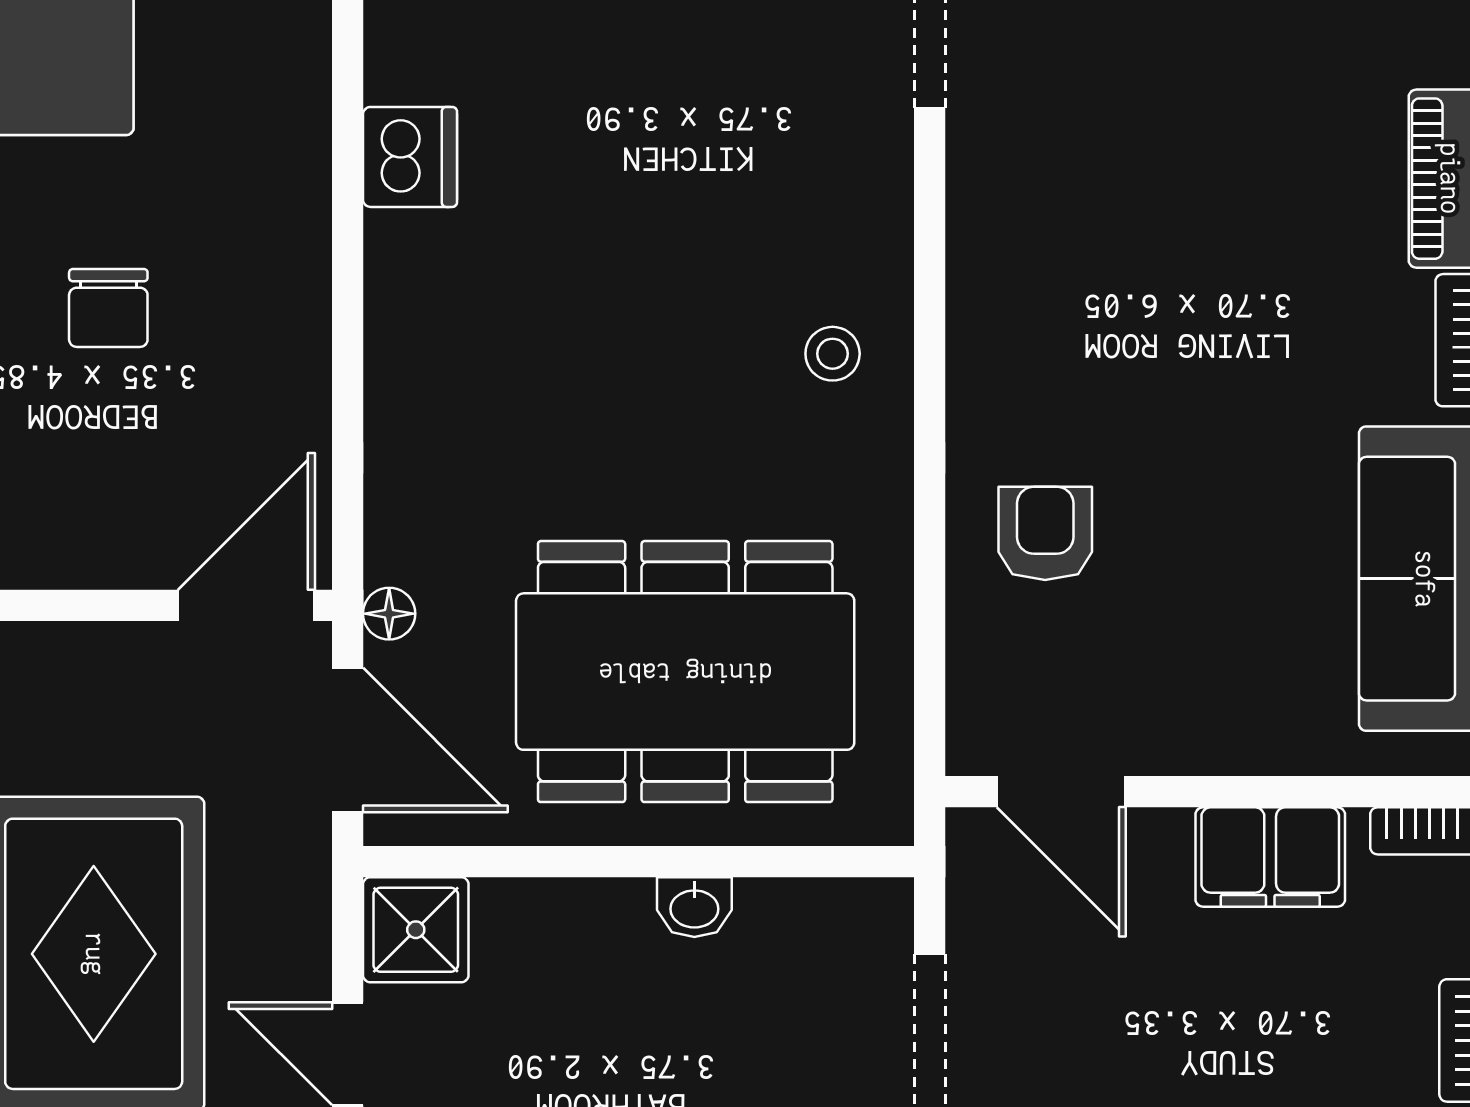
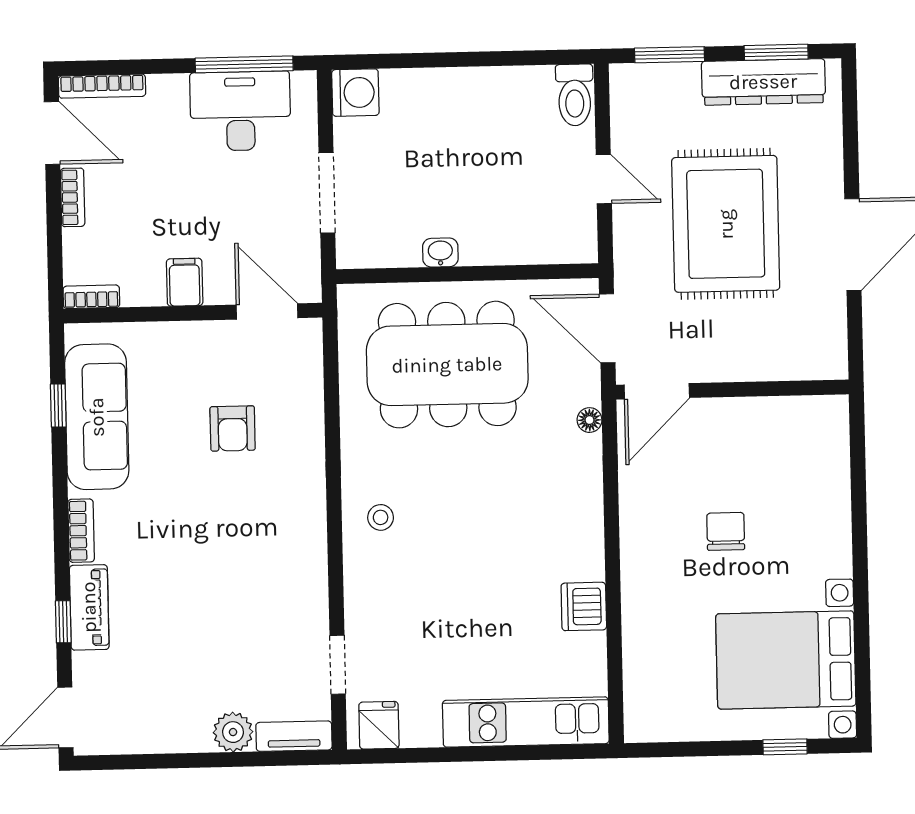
armchair: (1045, 533) -> (233, 428), moved
floor lamp: (389, 614) -> (590, 420), moved
filing cabinet: (1270, 857) -> (185, 282), width x0.50
shower: (416, 930) -> (573, 239), removed

